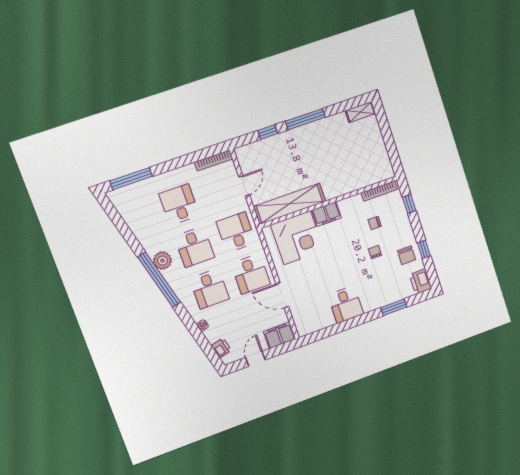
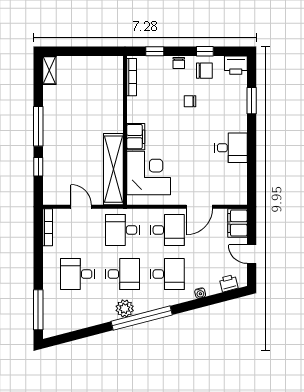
chair: (375, 223) -> (179, 63), moved

